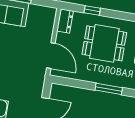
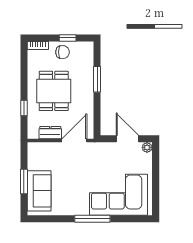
dresser: (65, 21) -> (50, 133), moved

